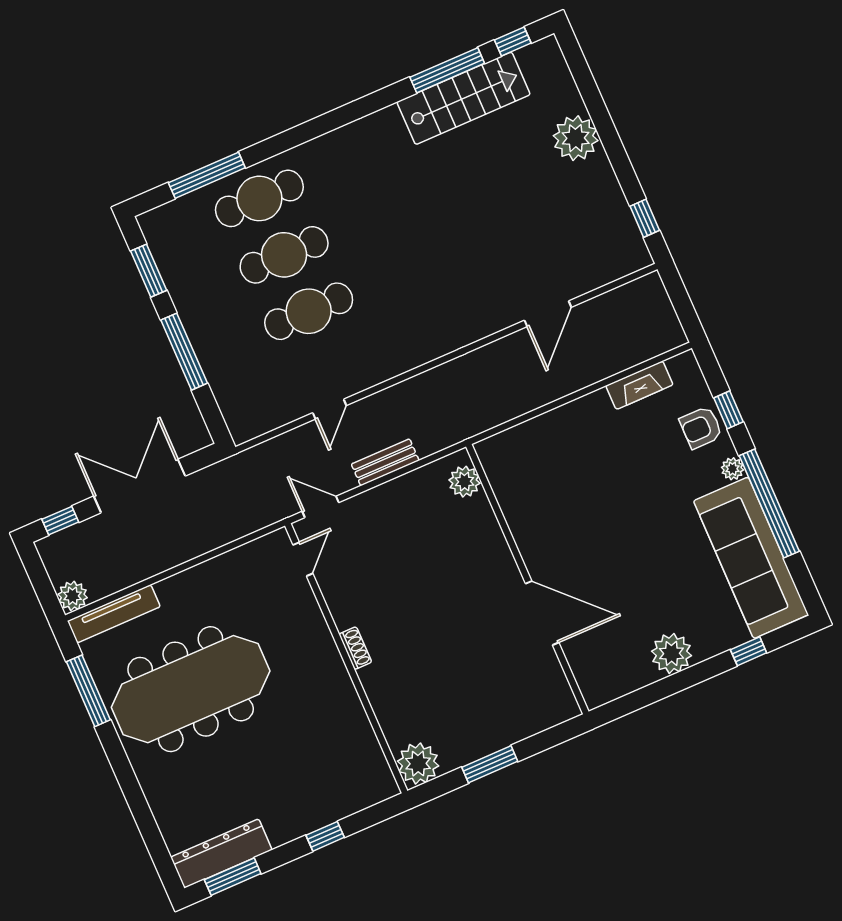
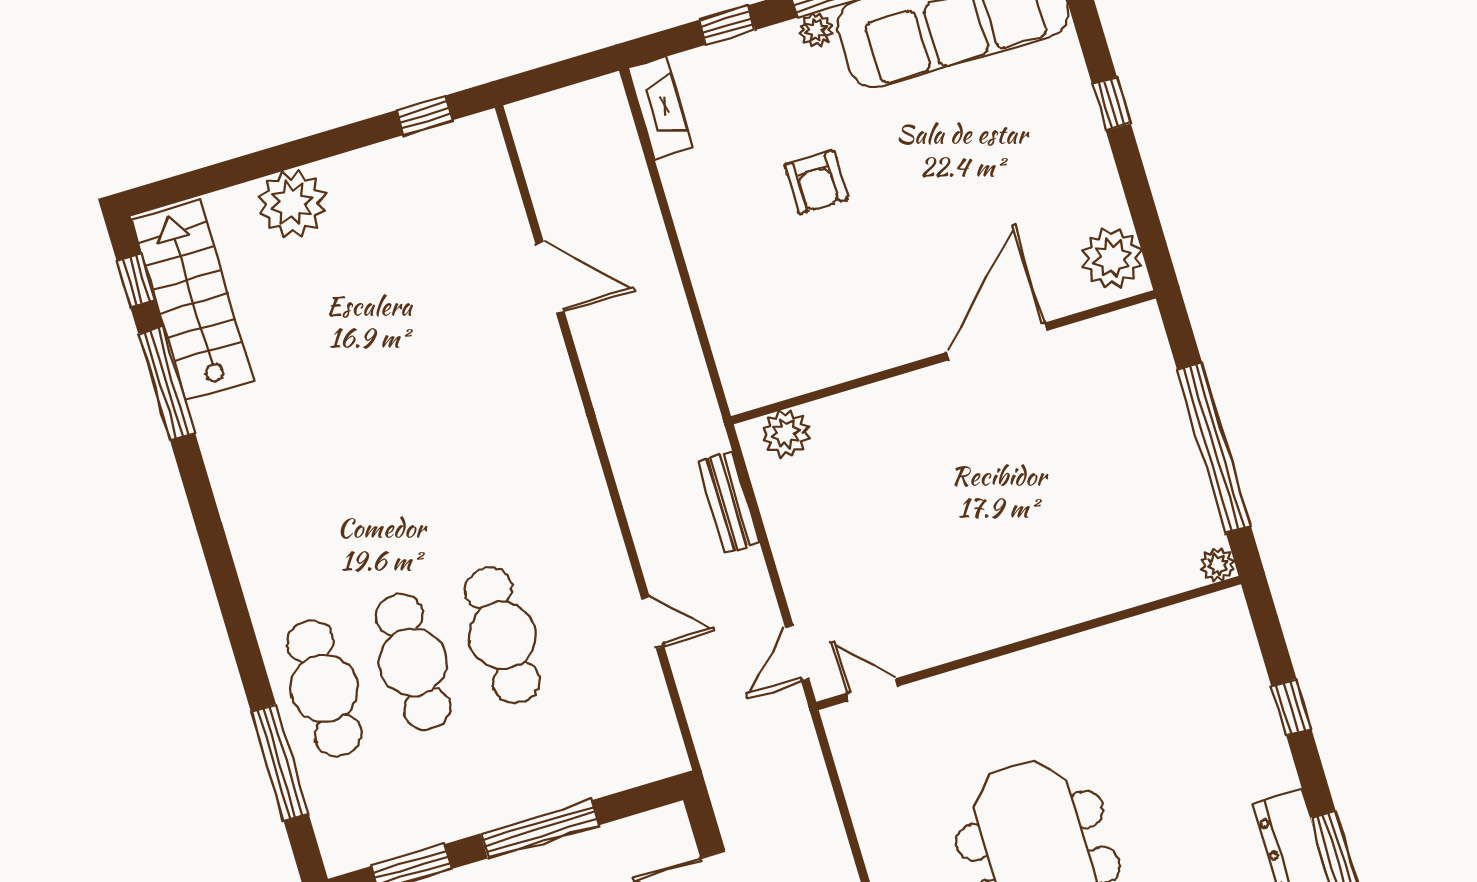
stairs: (464, 98) -> (193, 300), moved
fireplace: (639, 385) -> (660, 107), moved
armchair: (701, 427) -> (816, 182), moved
bench: (385, 462) -> (729, 502), moved
shoe rack: (355, 648) -> (1015, 628), removed
window: (749, 651) -> (1111, 104), moved
plant: (672, 653) -> (1112, 258), moved
plant: (418, 764) -> (1218, 565), width x0.53, depth x0.53
window: (490, 764) -> (1214, 448), width x2.11

